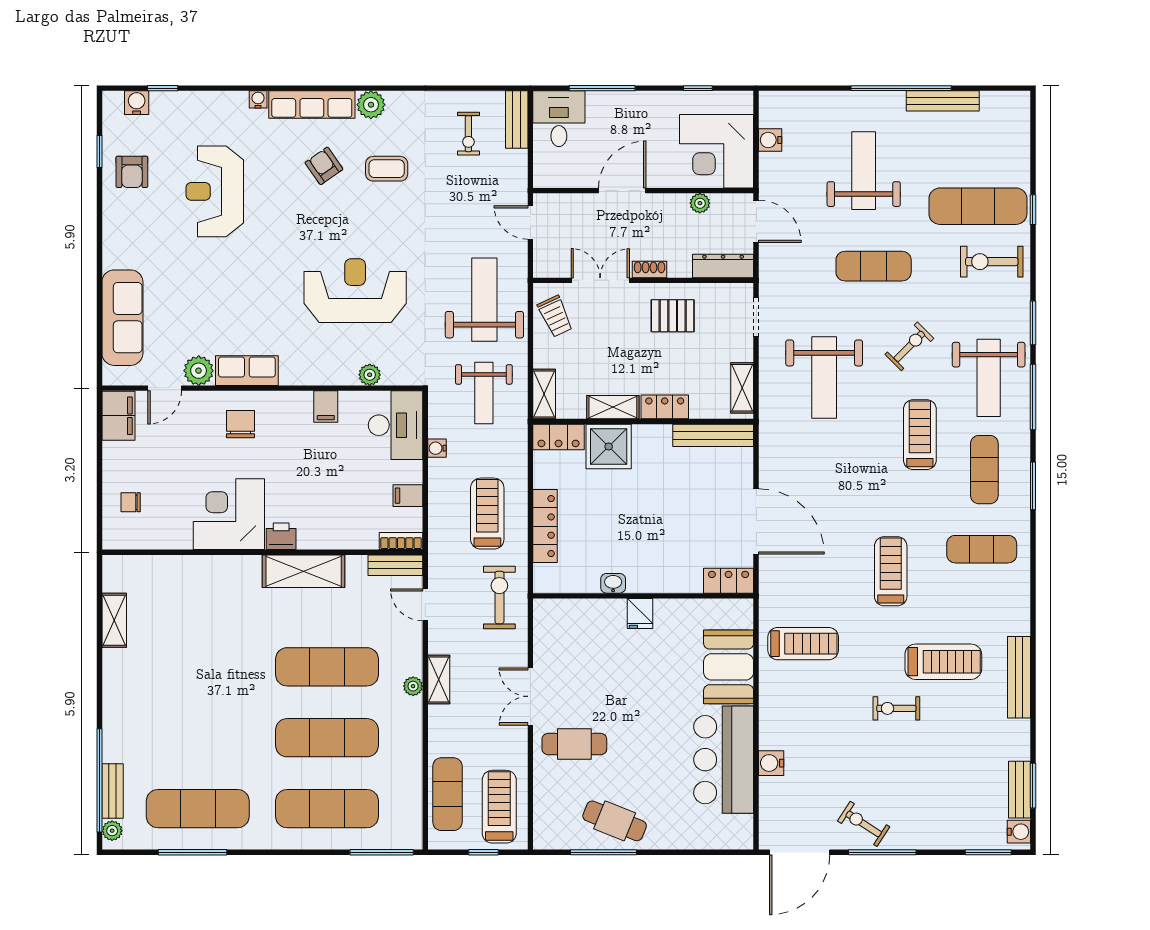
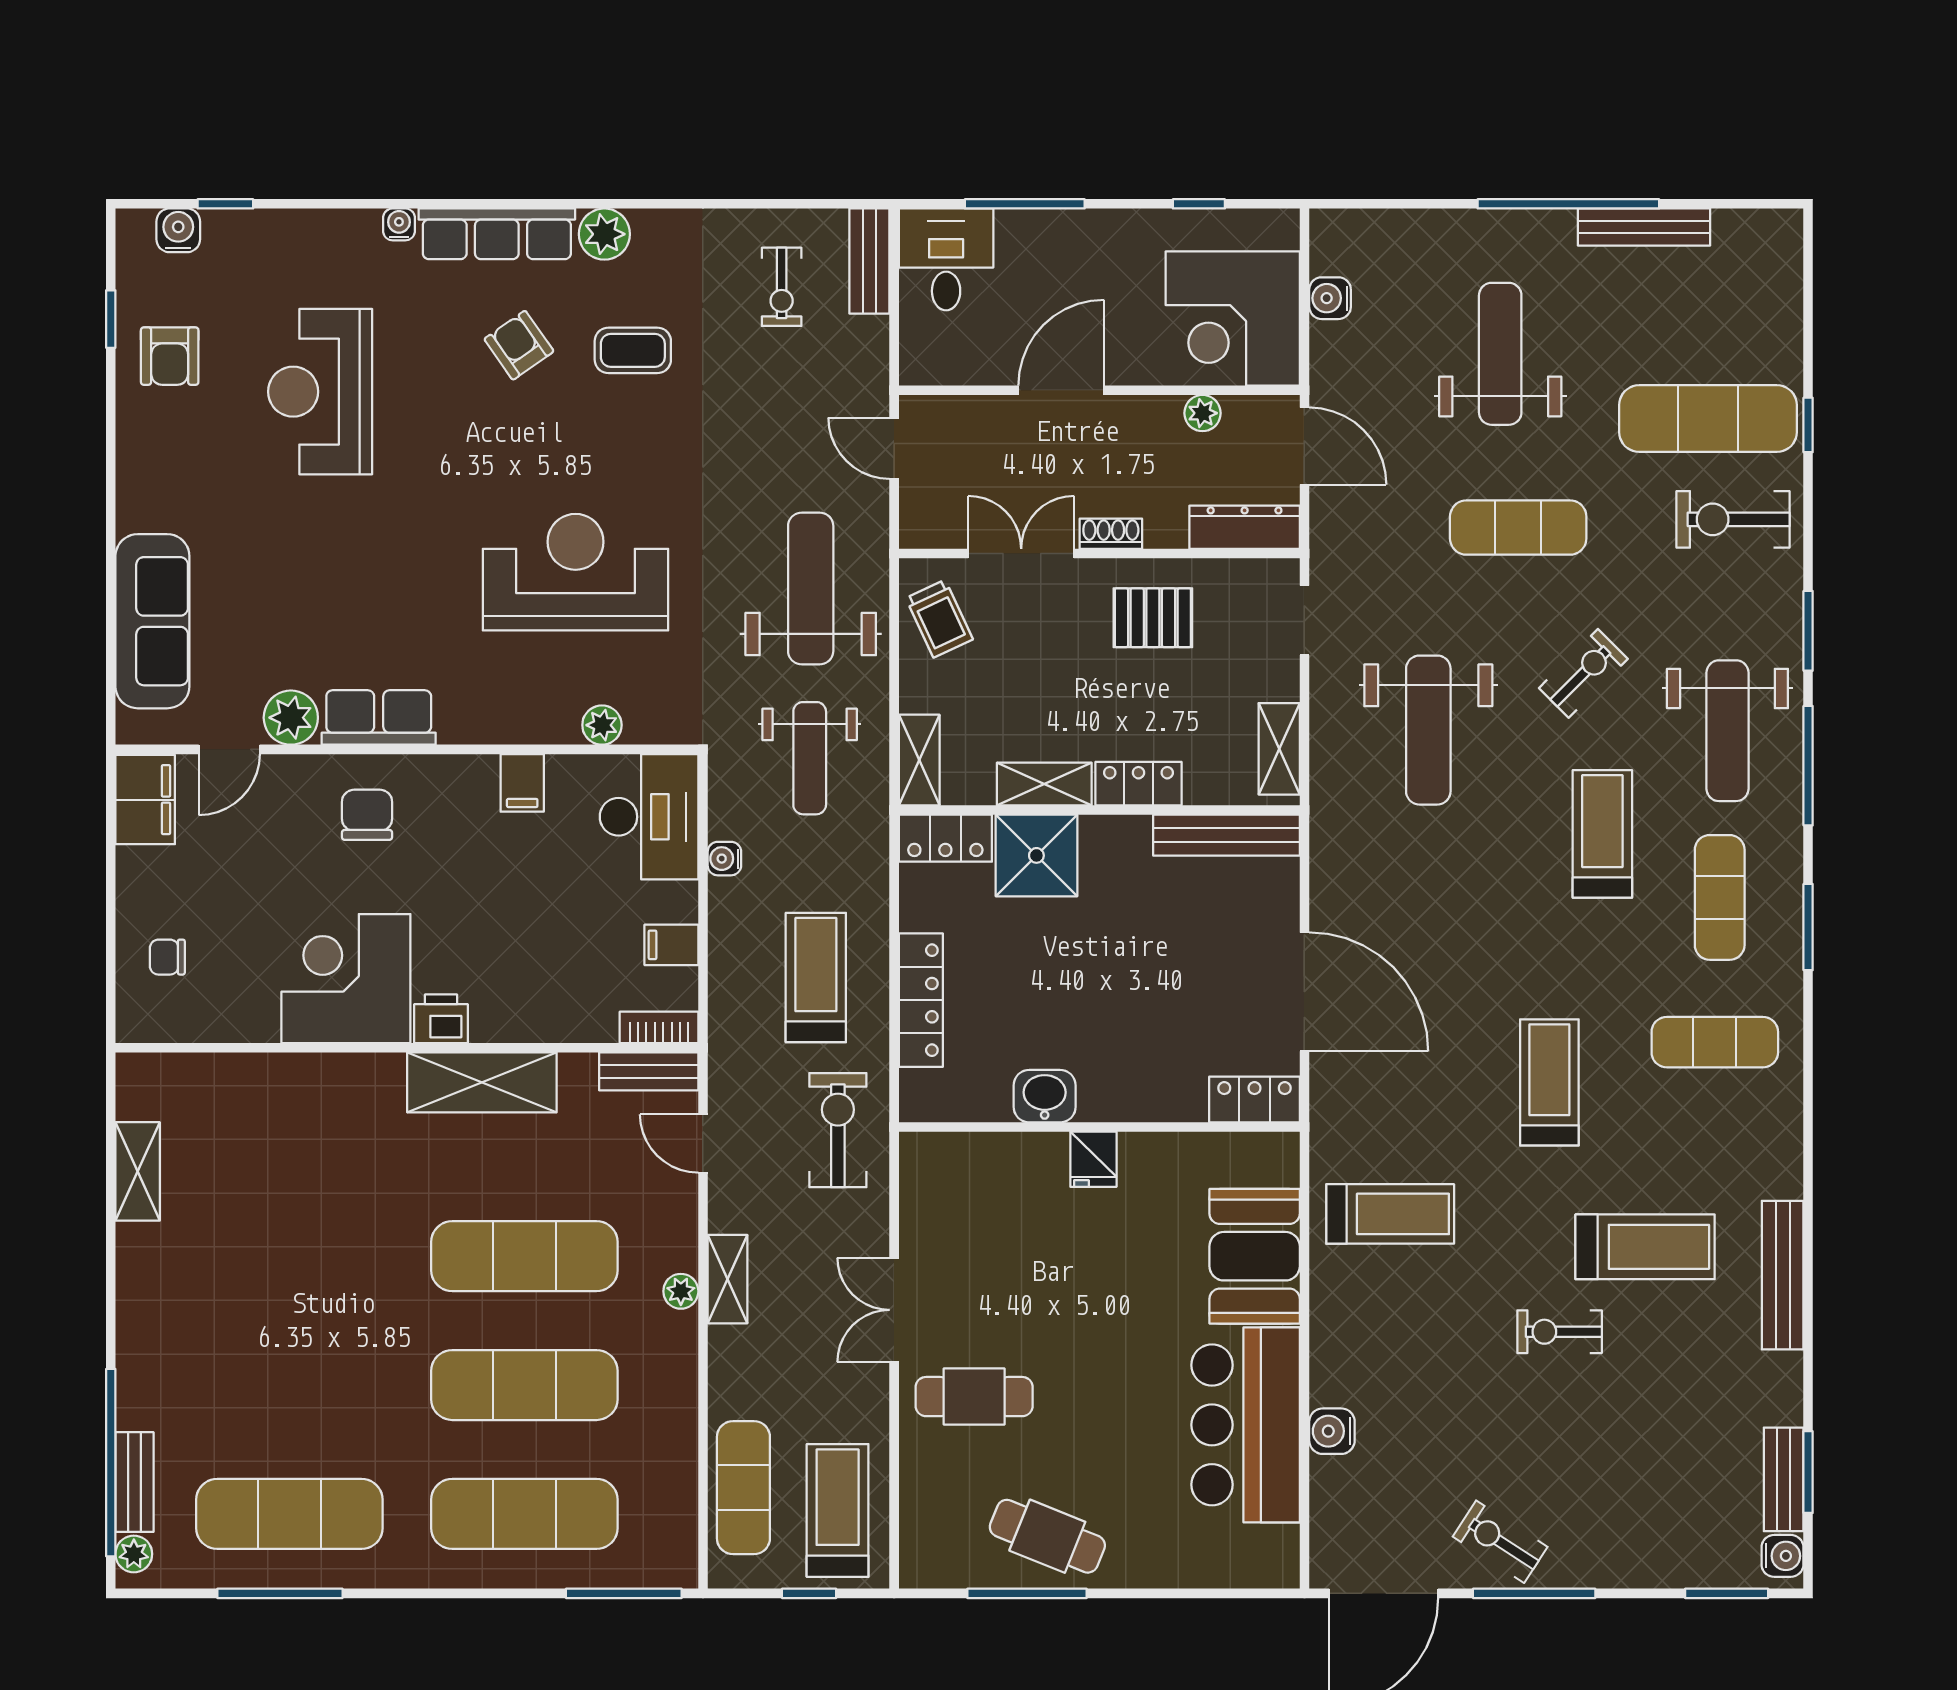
washbasin: (613, 583) -> (1045, 1096), width x1.38, depth x1.45

